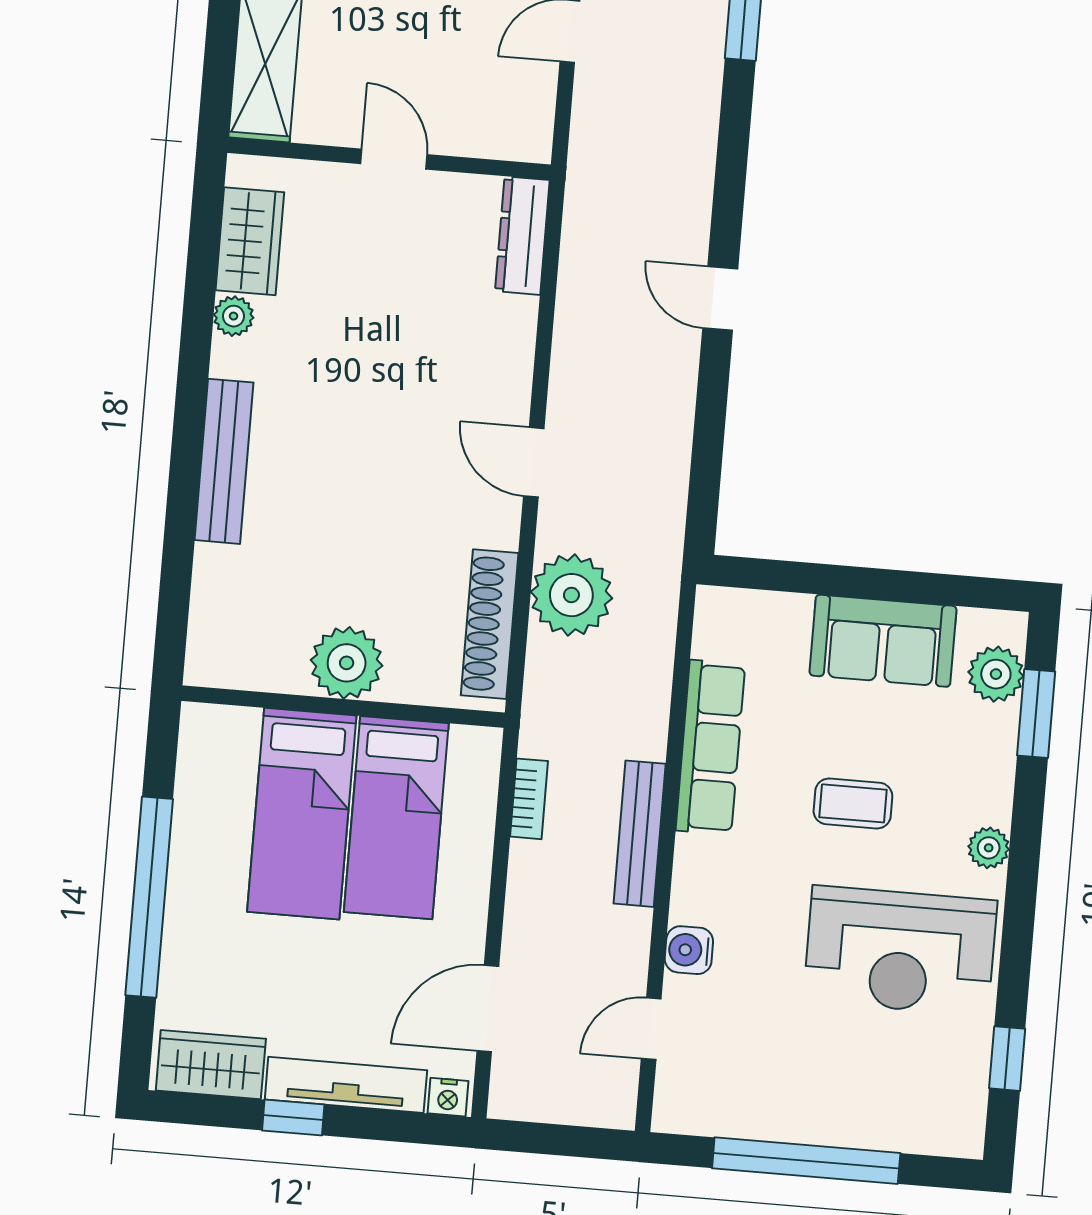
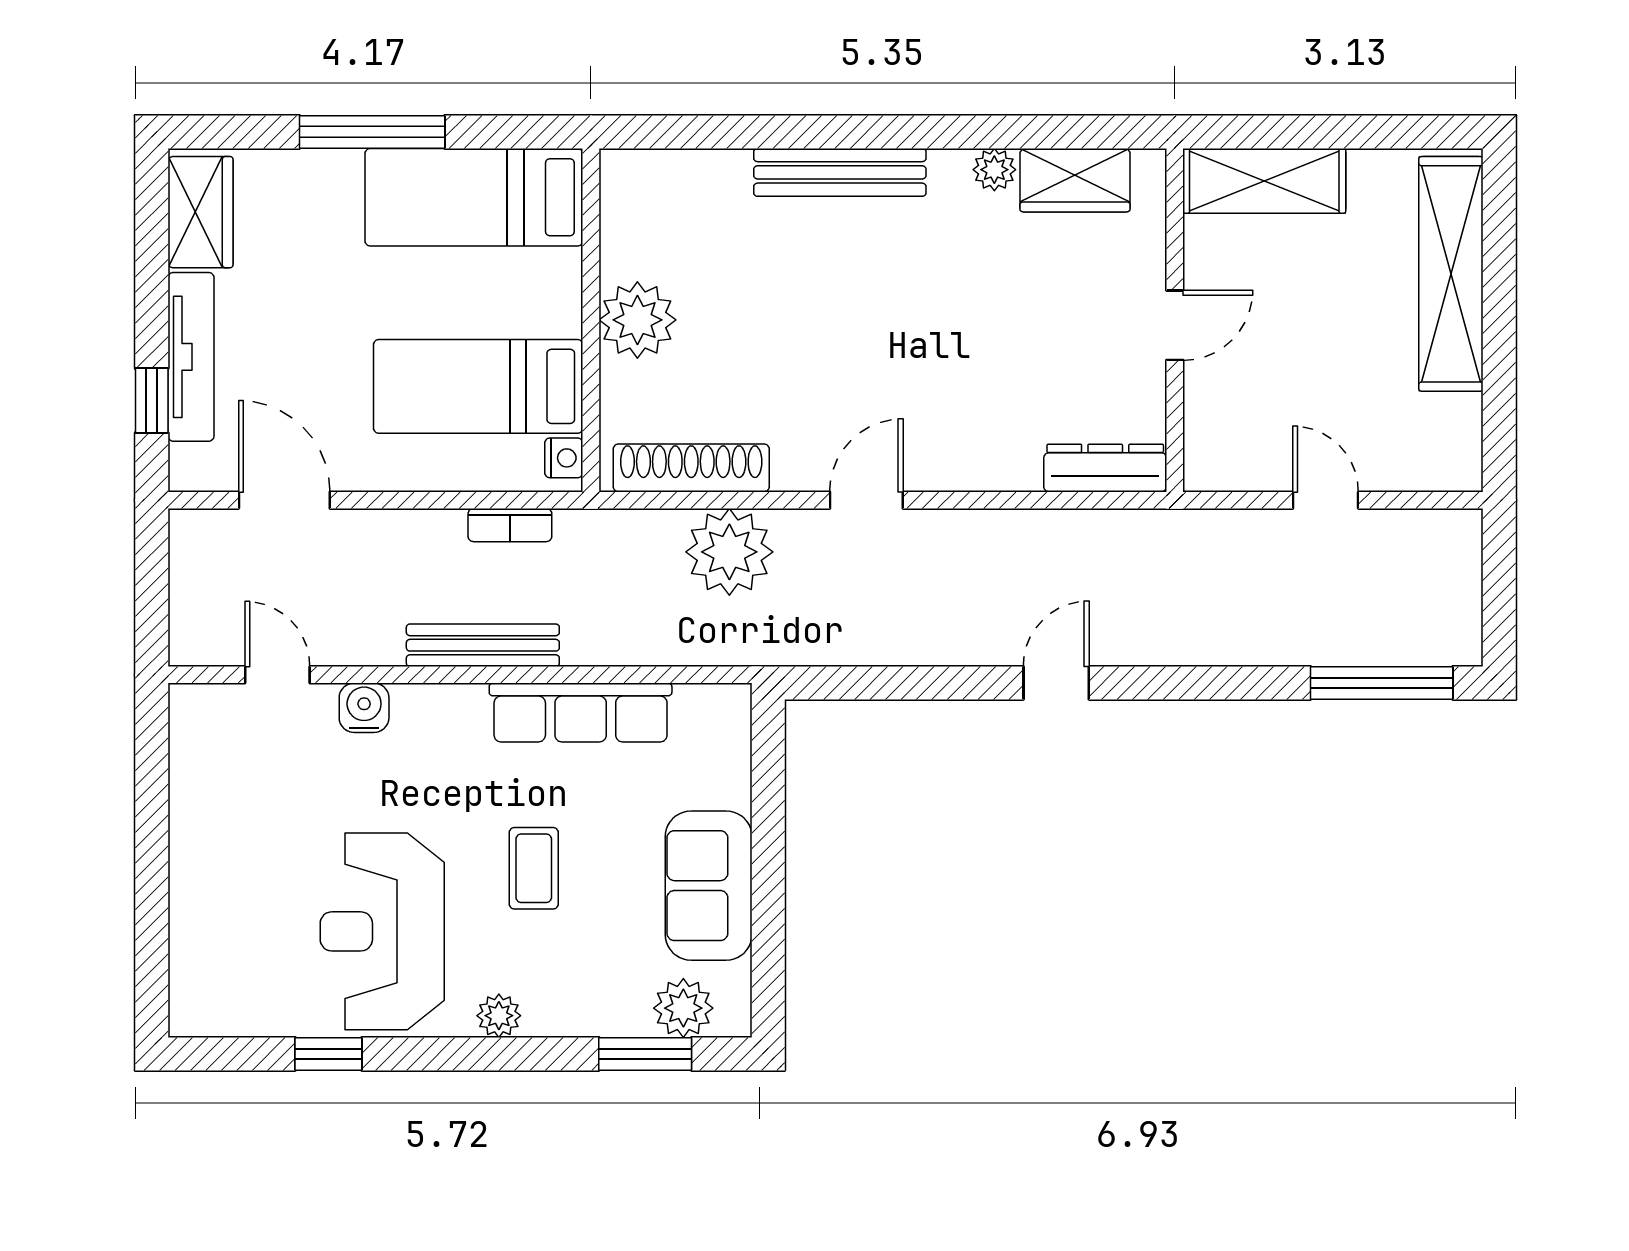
bed: (302, 814) -> (474, 197), moved
window: (149, 897) -> (372, 132), width x0.68
window: (1007, 1059) -> (328, 1054), moved
nightstand: (448, 1097) -> (564, 458), moved, turned 180
window: (293, 1118) -> (152, 401), moved
window: (806, 1161) -> (152, 851), removed

